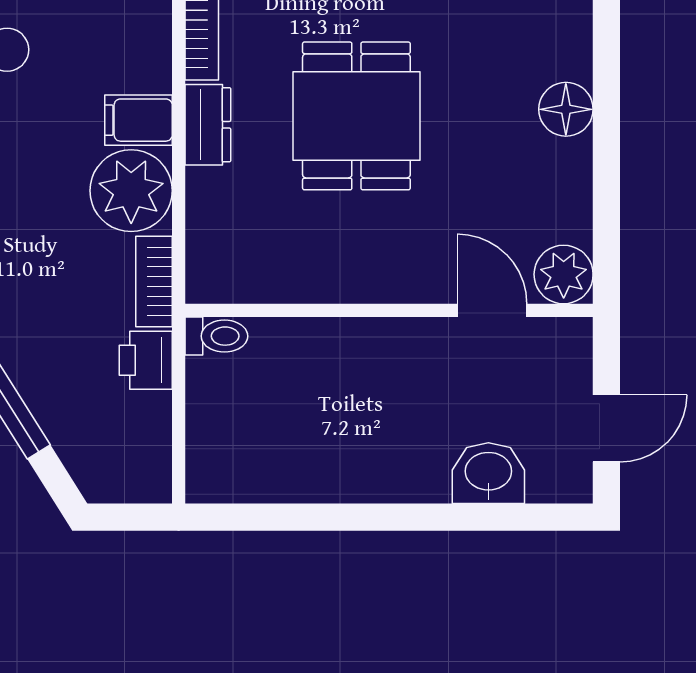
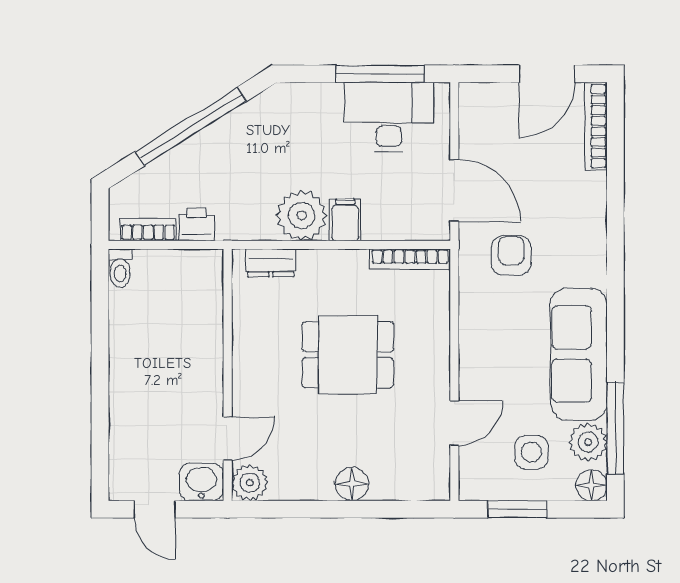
dresser: (208, 125) -> (271, 263), moved
bookcase: (154, 281) -> (148, 230), moved
toilet: (216, 336) -> (120, 268), moved
washbasin: (488, 473) -> (201, 482), moved, turned -90

